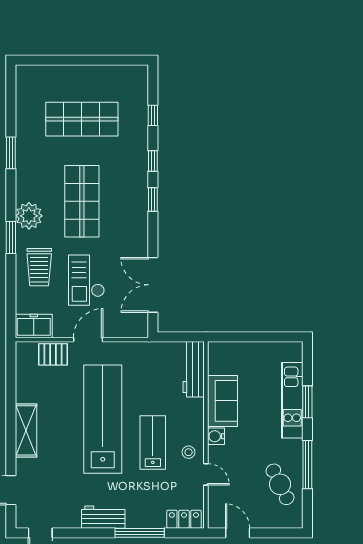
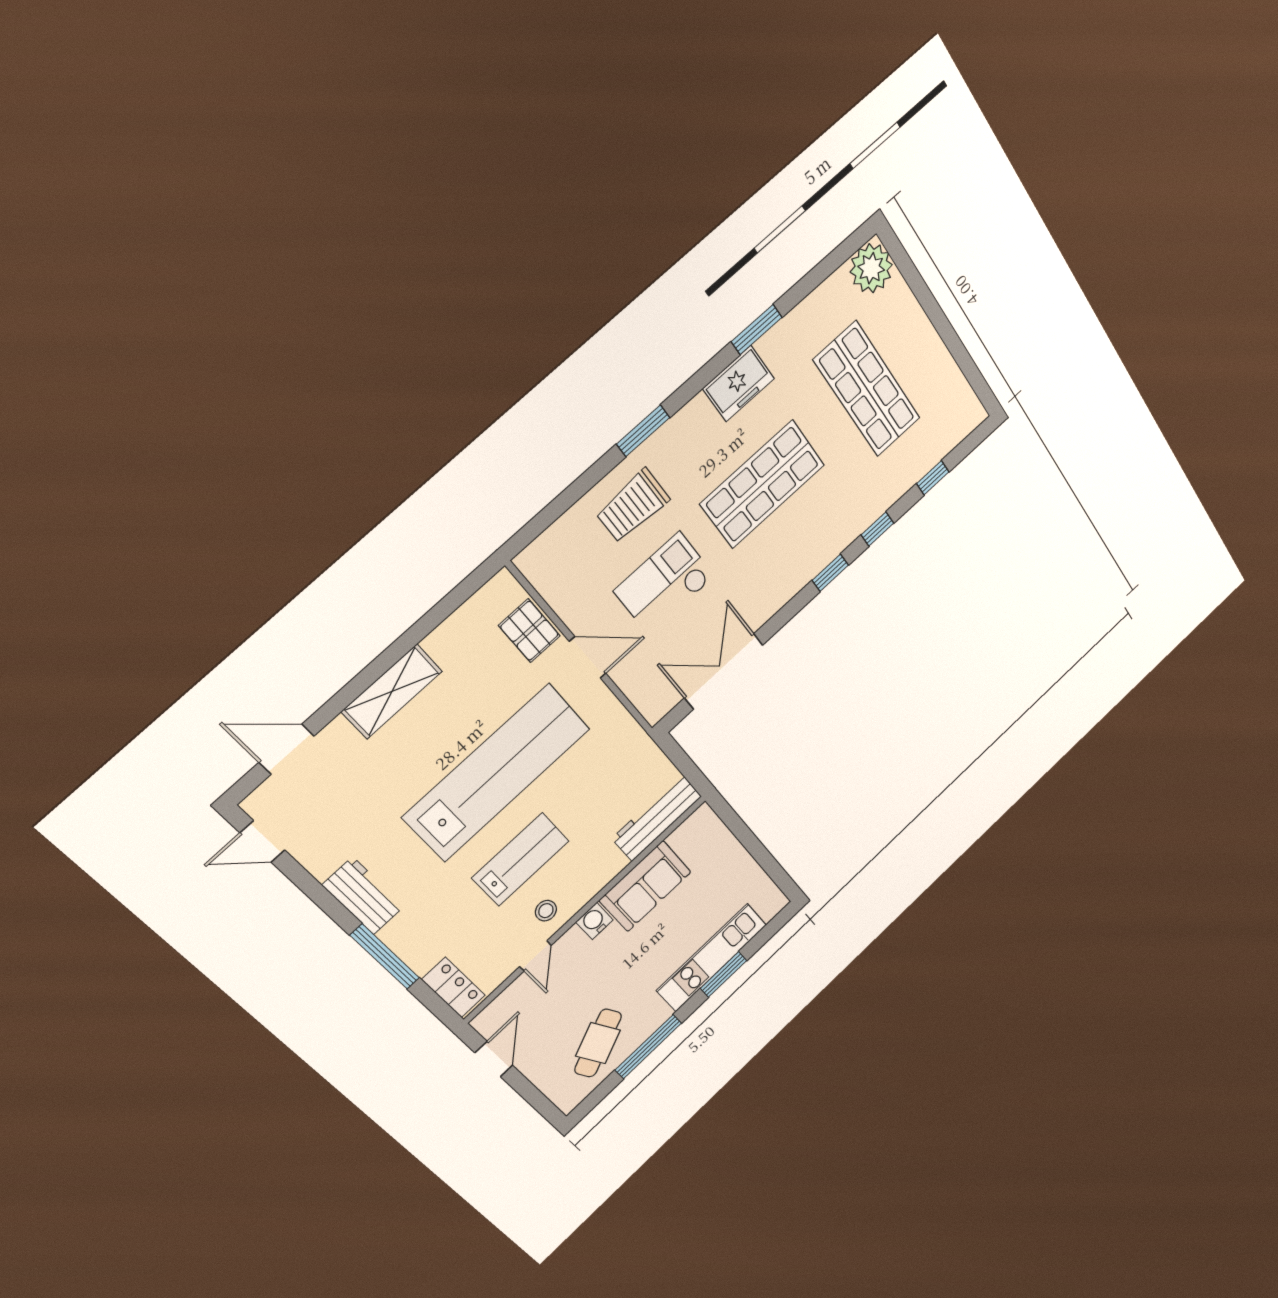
plant: (29, 216) -> (871, 268), moved
freezer: (34, 326) -> (739, 384), moved, turned 90

